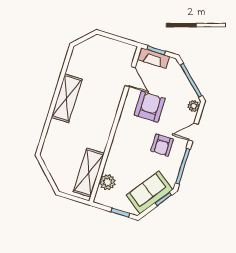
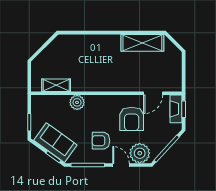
shelving: (67, 98) -> (142, 43), moved
plant: (194, 106) -> (140, 153), width x1.87, depth x1.87
armchair: (150, 107) -> (132, 119), turned 90
shelving: (89, 173) -> (56, 85), width x0.67, depth x0.75
plant: (107, 182) -> (77, 102), moved

